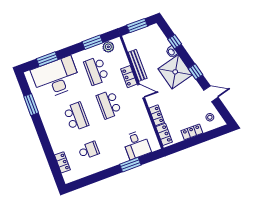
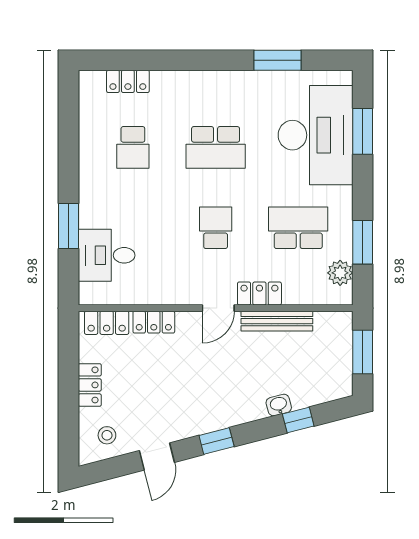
shower: (175, 72) -> (233, 397), removed
school desk: (109, 104) -> (216, 228), width x0.54

